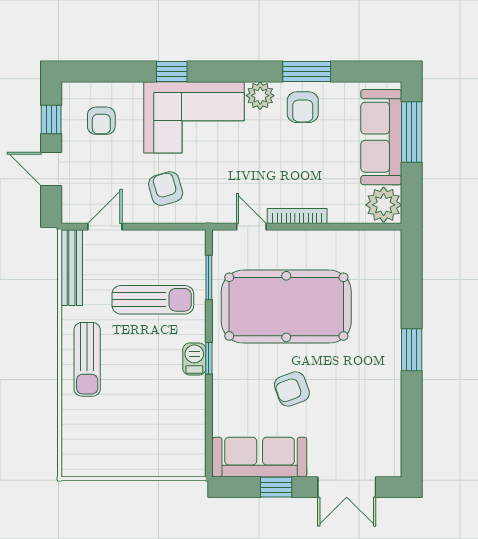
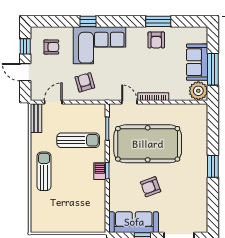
plant: (260, 96) -> (134, 34), removed
armchair: (101, 121) -> (51, 47), turned -90
window: (412, 132) -> (213, 69), moved
sofa: (381, 137) -> (197, 62), width x0.73
bench: (72, 268) -> (36, 118), width x0.73
sun lounger: (87, 359) -> (44, 171), turned 180

